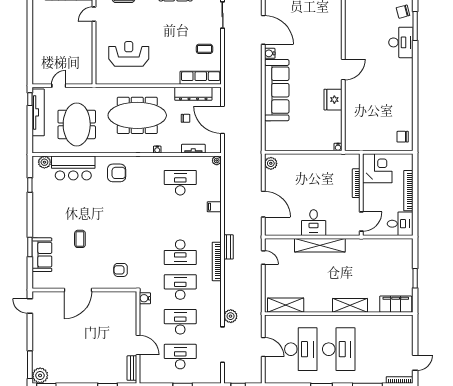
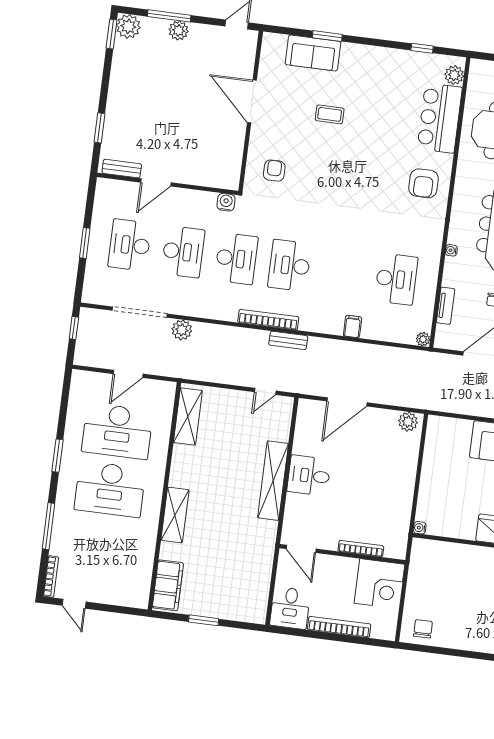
plant: (38, 343) -> (179, 30), added
desk: (180, 357) -> (130, 245), turned 180
window: (30, 365) -> (169, 16), moved

